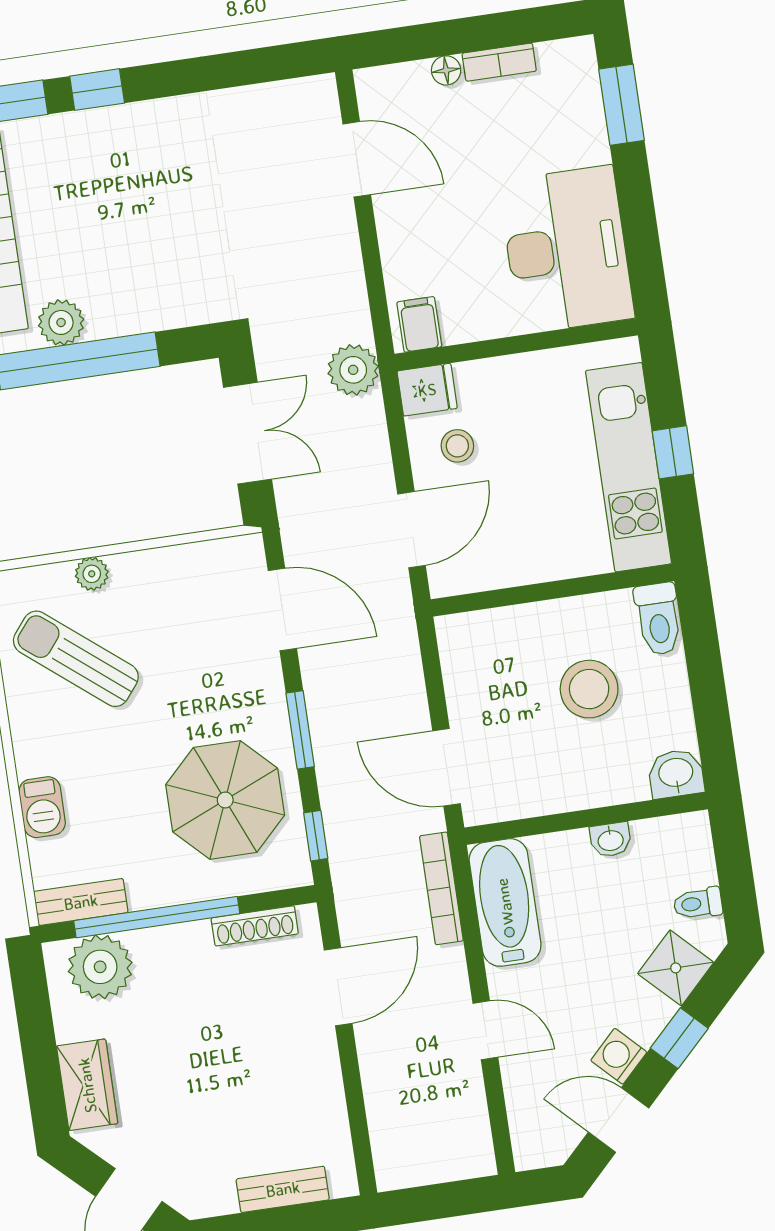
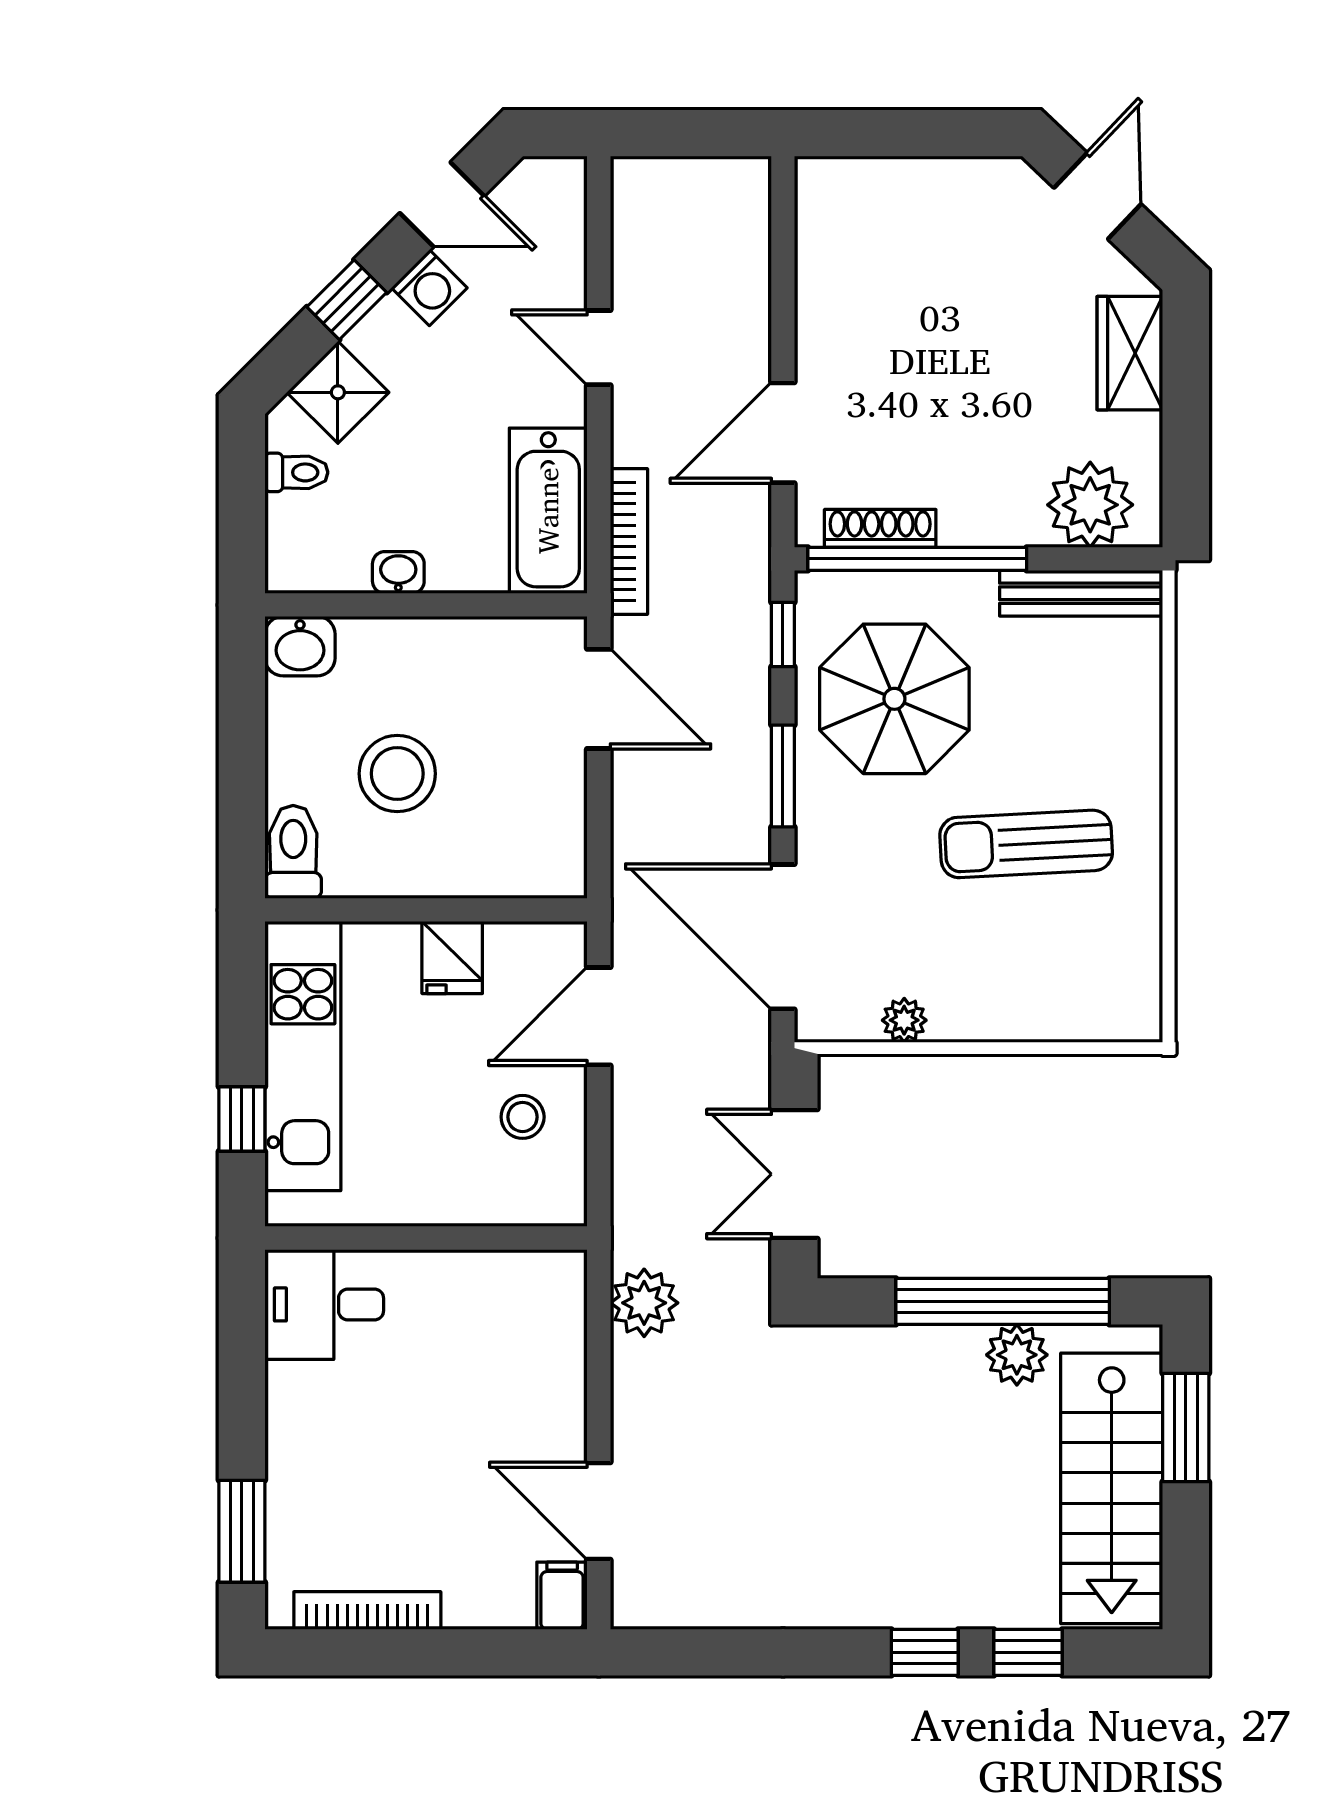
bookcase: (499, 62) -> (367, 1611), width x1.56
floor lamp: (446, 70) -> (465, 1610), removed
desk: (566, 250) -> (324, 1304), width x0.53, depth x0.77
filing cabinet: (419, 324) -> (562, 1596), moved, turned 180
plant: (353, 370) -> (644, 1303), moved
fridge: (427, 390) -> (452, 958), moved, turned -90
window: (673, 452) -> (242, 1119), moved
plant: (92, 574) -> (904, 1020), moved
door: (282, 609) -> (783, 937), width x1.36
sun lounger: (76, 659) -> (1026, 844), moved, turned 138
barbecue: (42, 807) -> (1135, 725), removed
bench: (81, 902) -> (1081, 593), width x1.36
window: (157, 917) -> (917, 559), moved
bench: (283, 1189) -> (895, 179), removed

